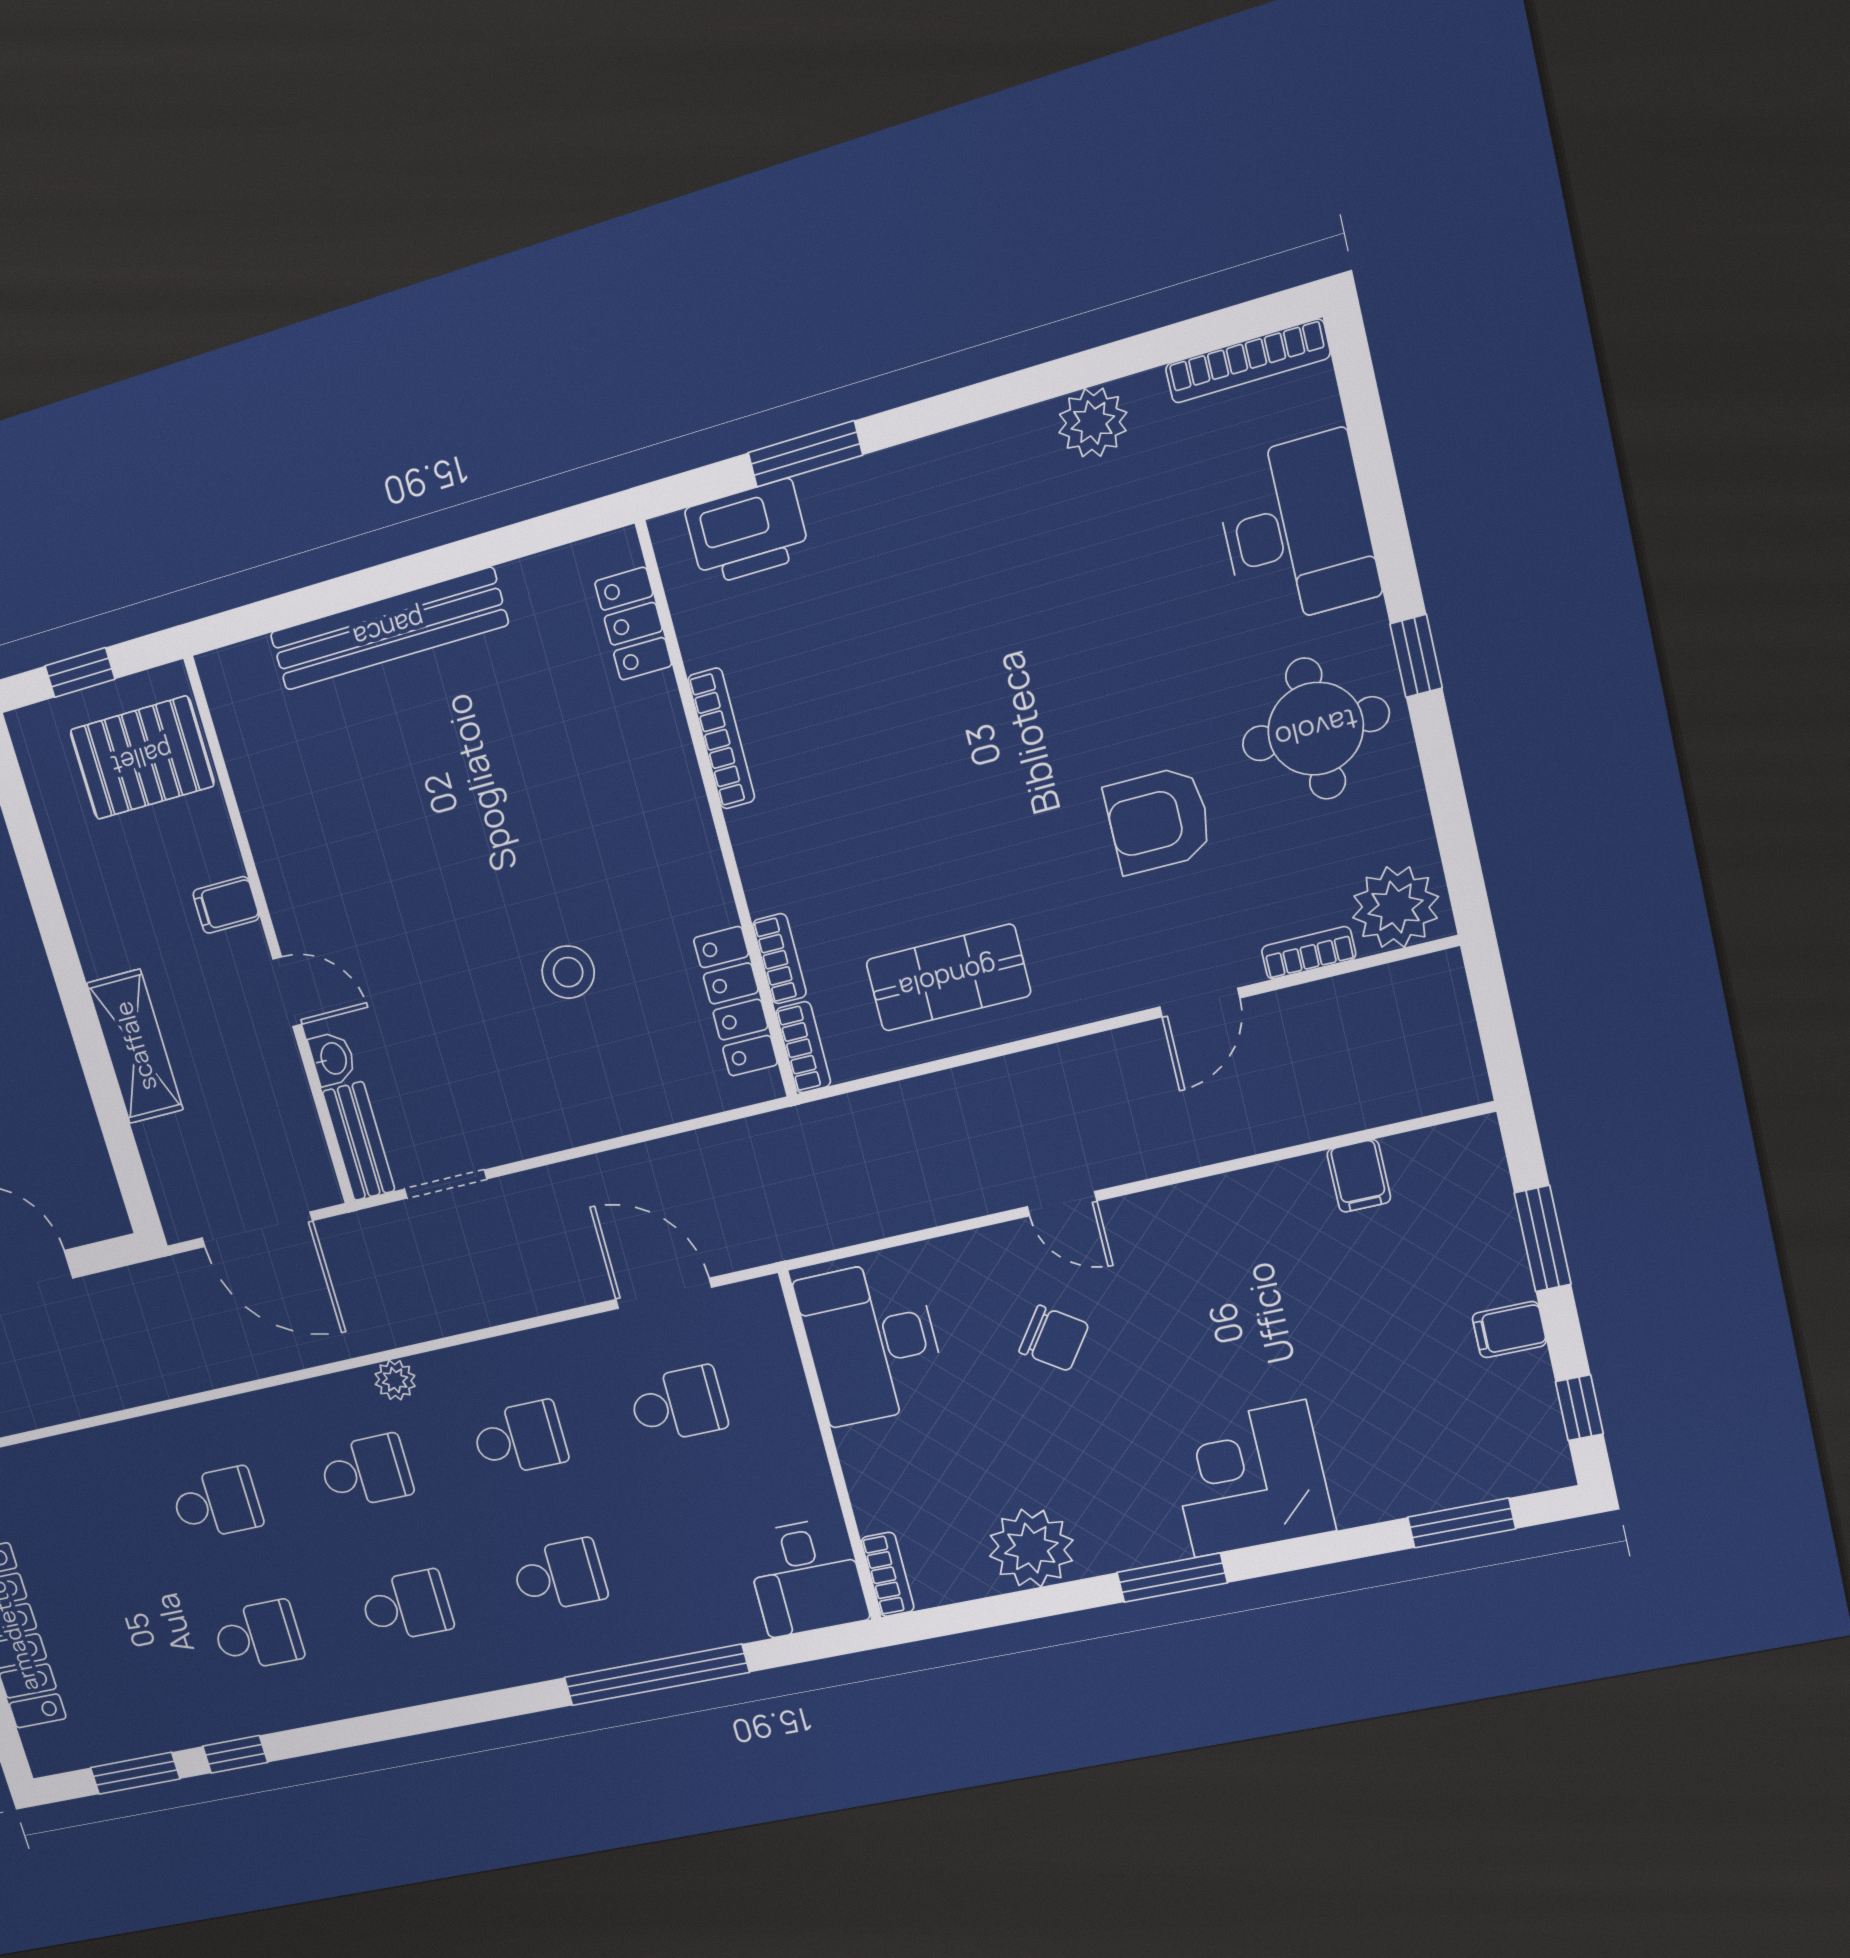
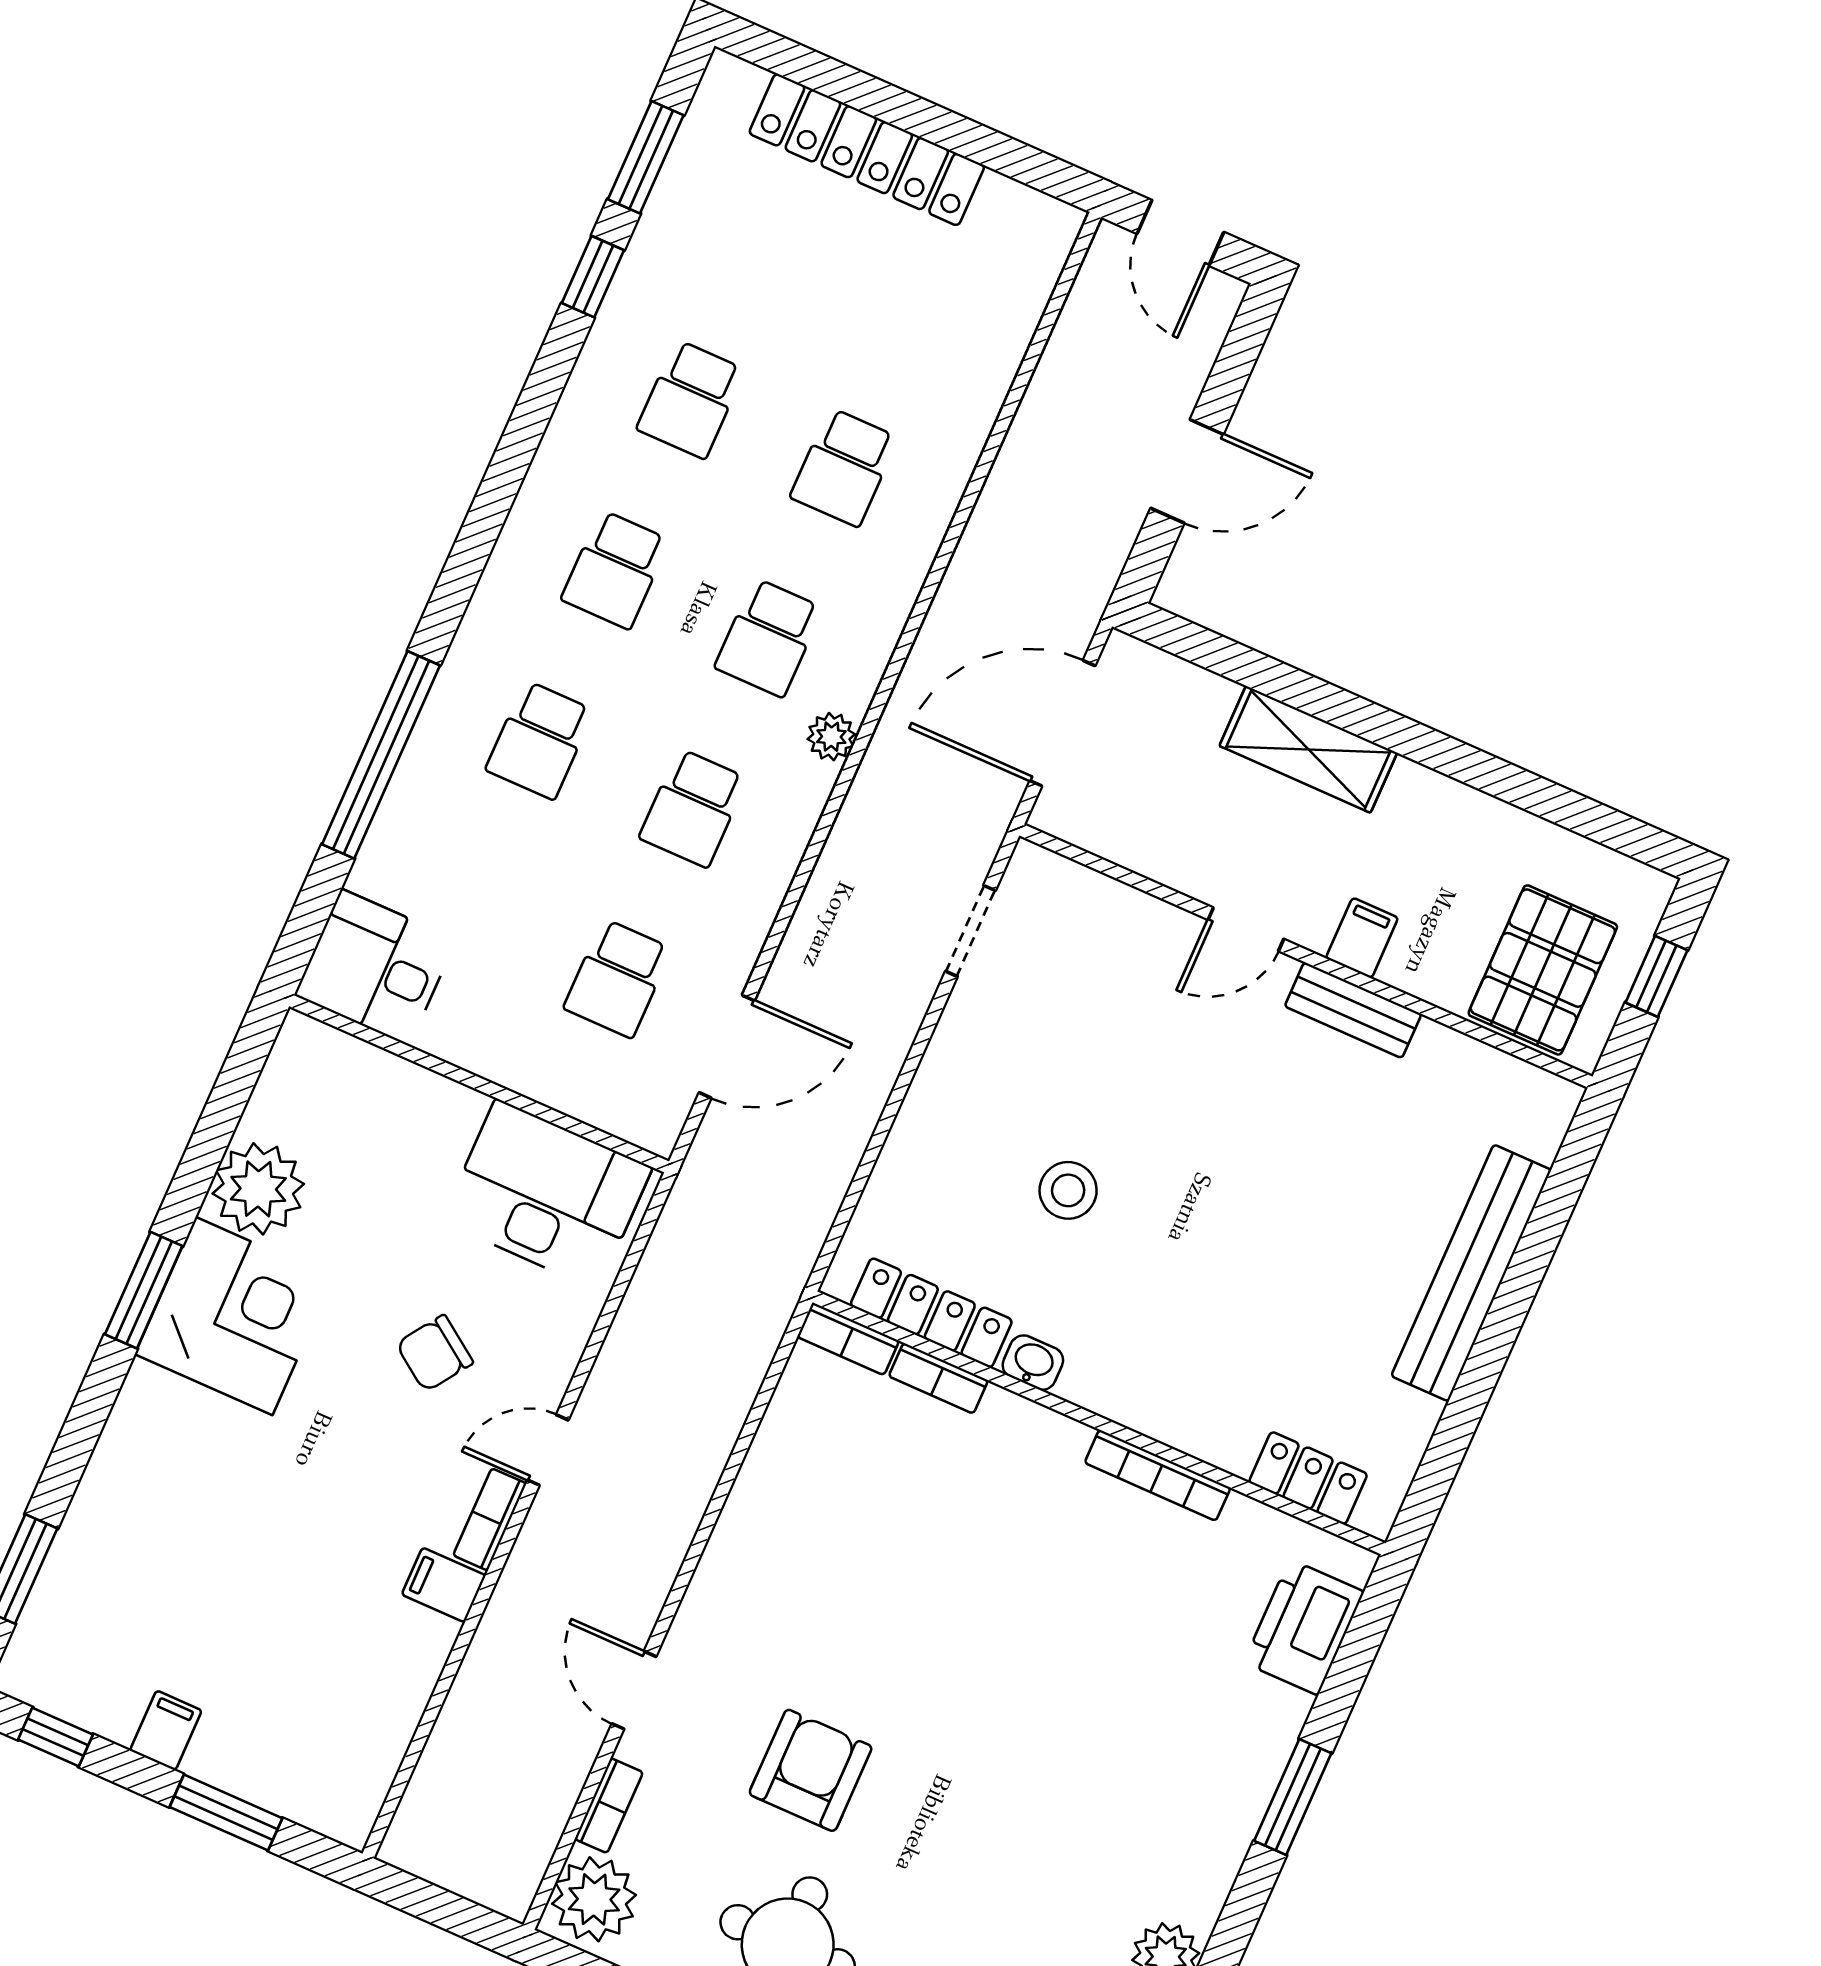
window: (805, 454) -> (1293, 1797), moved
shop shelf: (948, 978) -> (813, 1505), removed
washbasin: (333, 1059) -> (1033, 1363), moved, turned 180
bench: (359, 1141) -> (1353, 1010), moved
filing cabinet: (1359, 1176) -> (444, 1585), moved
corner desk: (1250, 1479) -> (234, 1316), moved
bookcase: (888, 1574) -> (490, 1519), moved, turned 90

